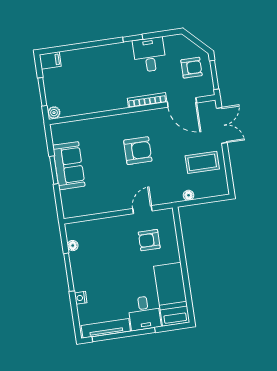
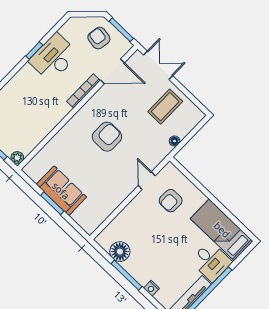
desk: (149, 55) -> (54, 58), width x1.37
armchair: (191, 68) -> (99, 38), turned -81
floor lamp: (73, 246) -> (120, 252), width x1.89, depth x1.89

